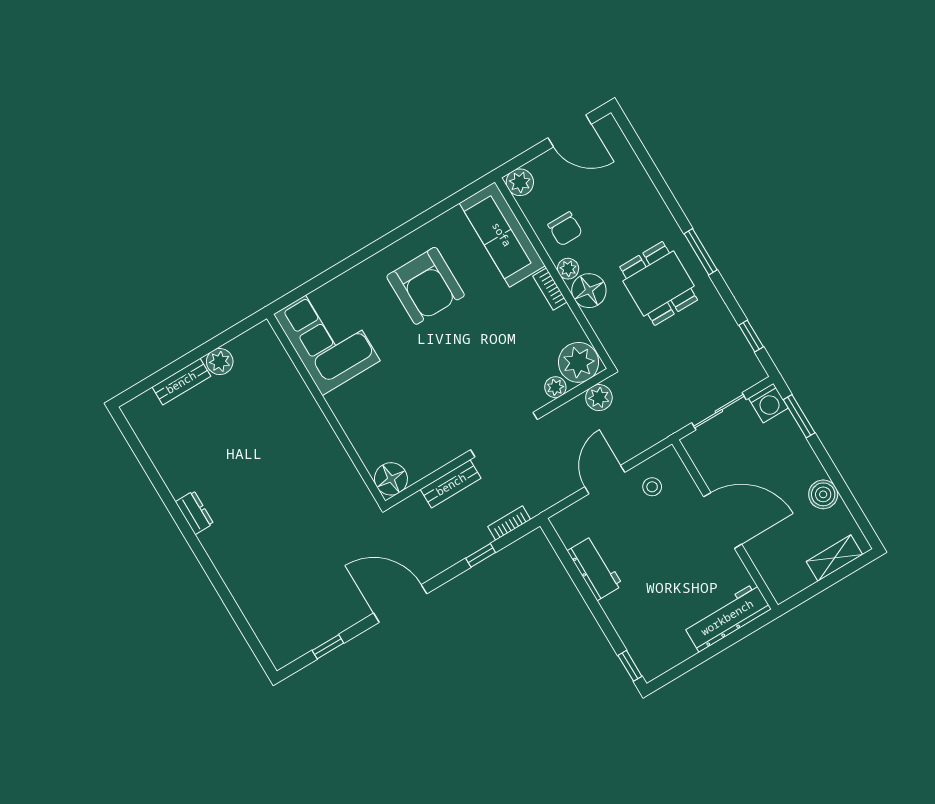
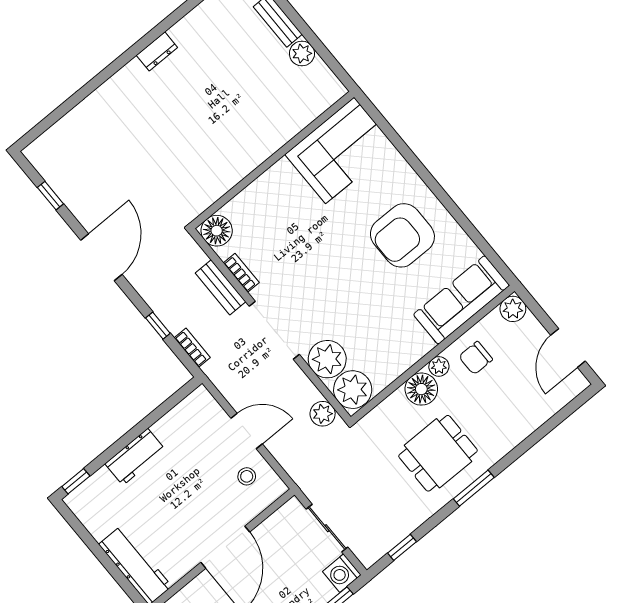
bookcase: (550, 289) -> (241, 273), moved, turned 90
plant: (555, 387) -> (327, 359), width x1.87, depth x1.87
workbench: (595, 568) -> (135, 457), moved

